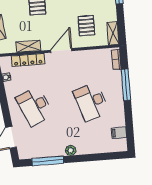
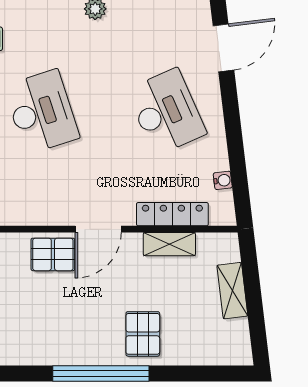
pallet: (86, 26) -> (53, 254), moved, turned 90

